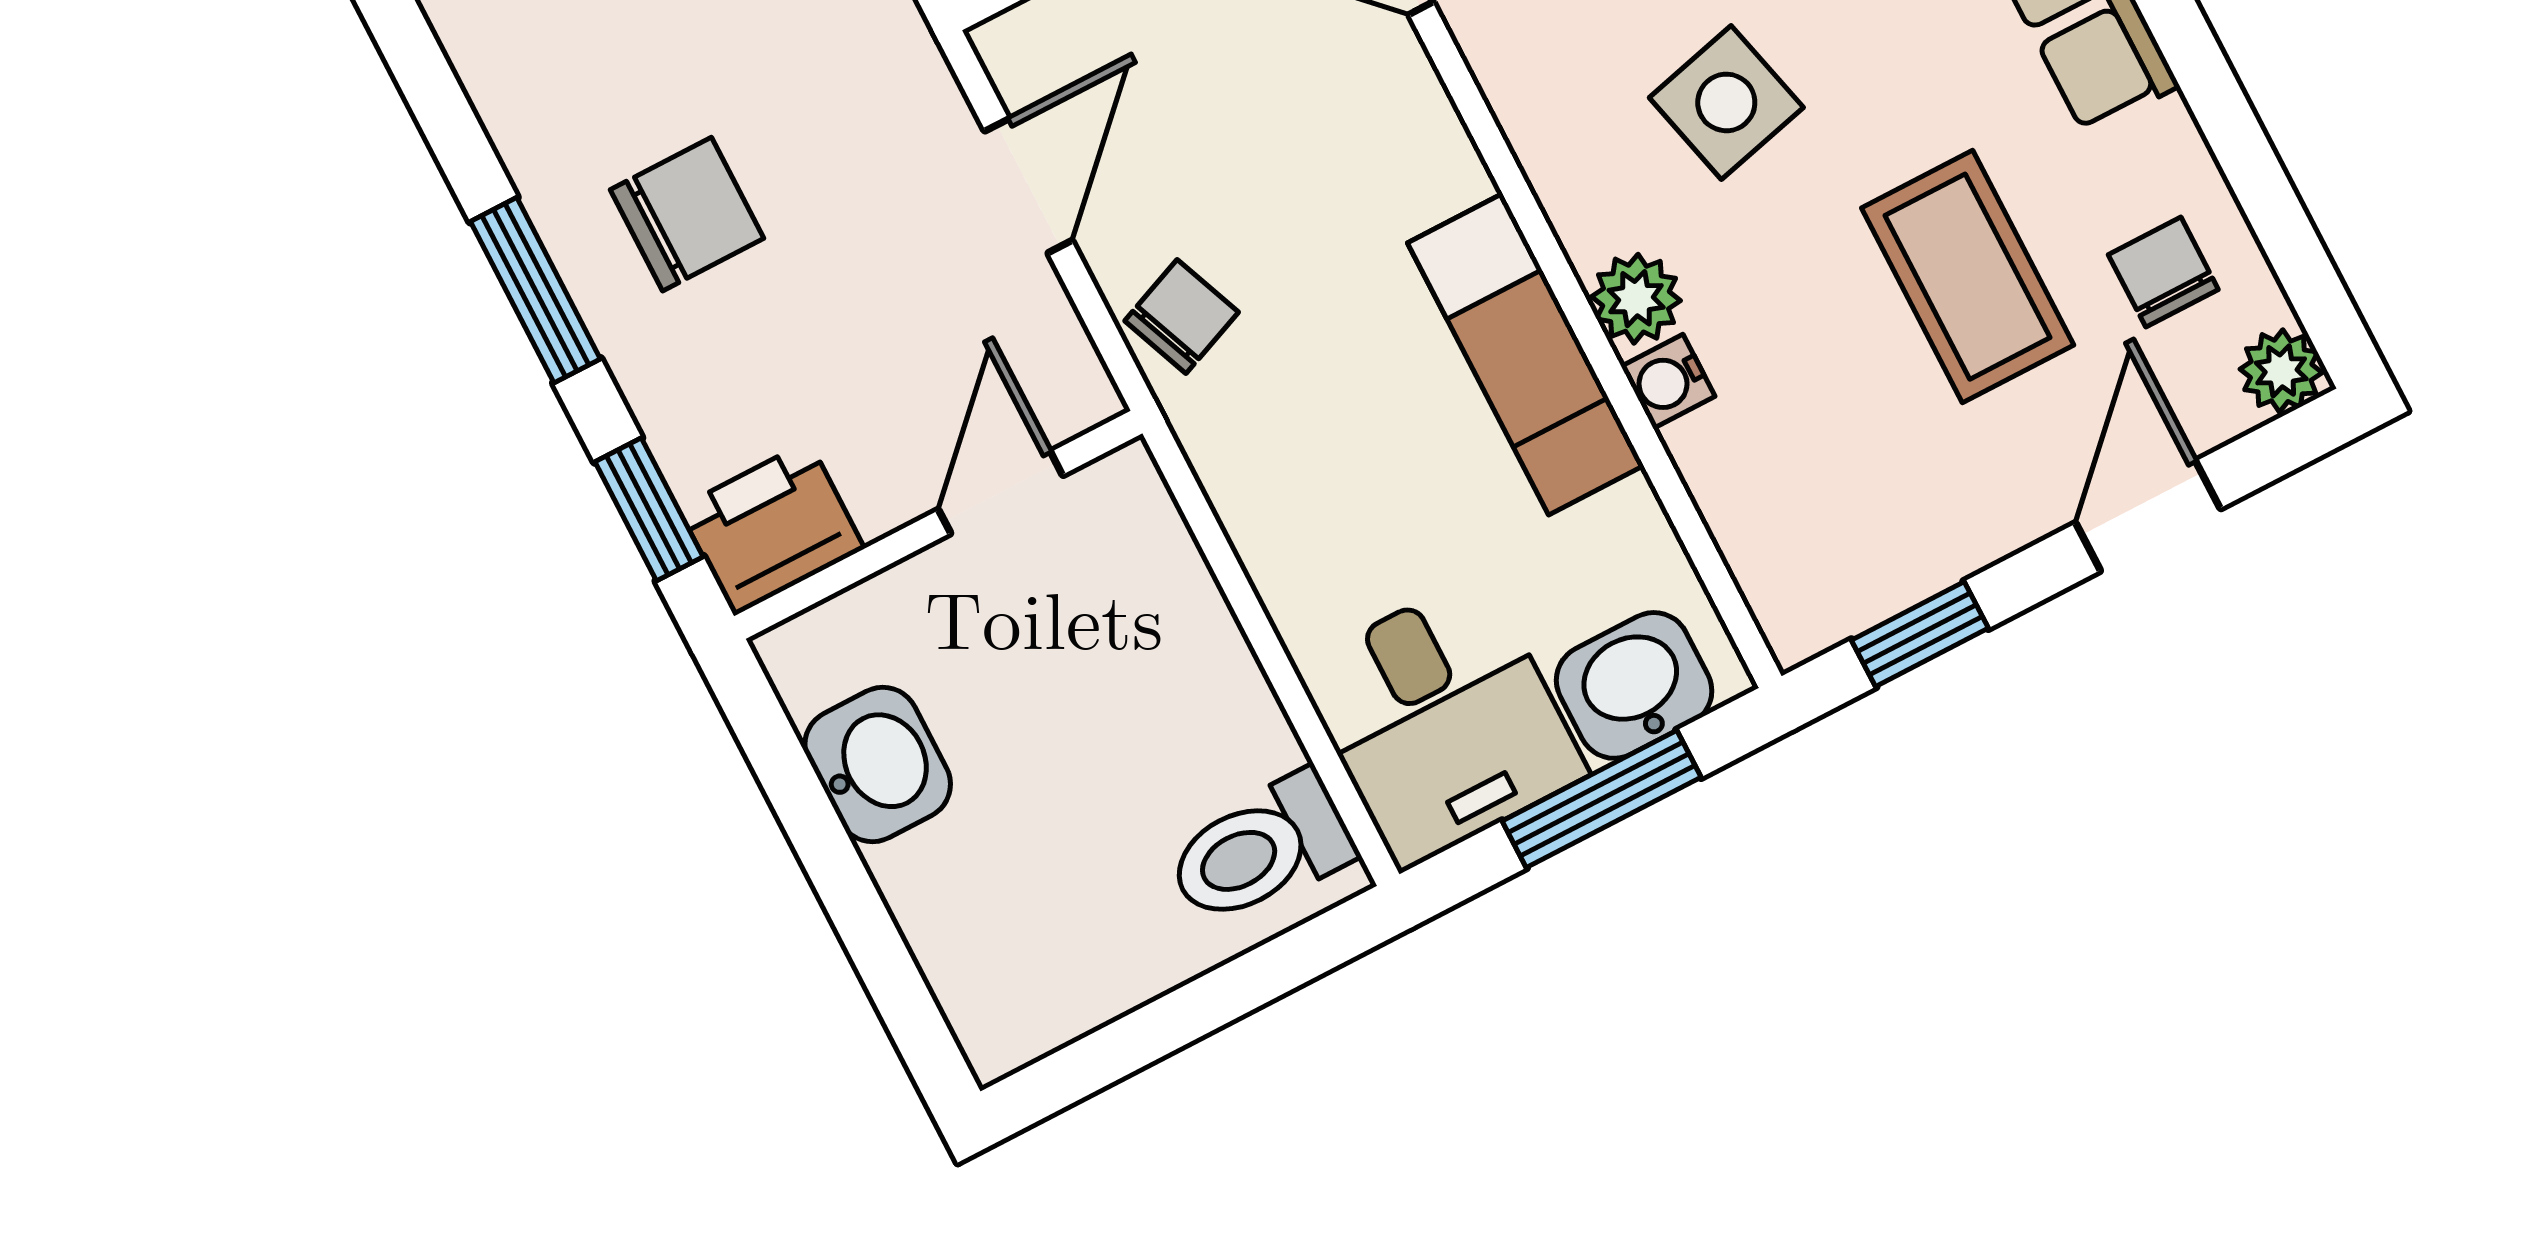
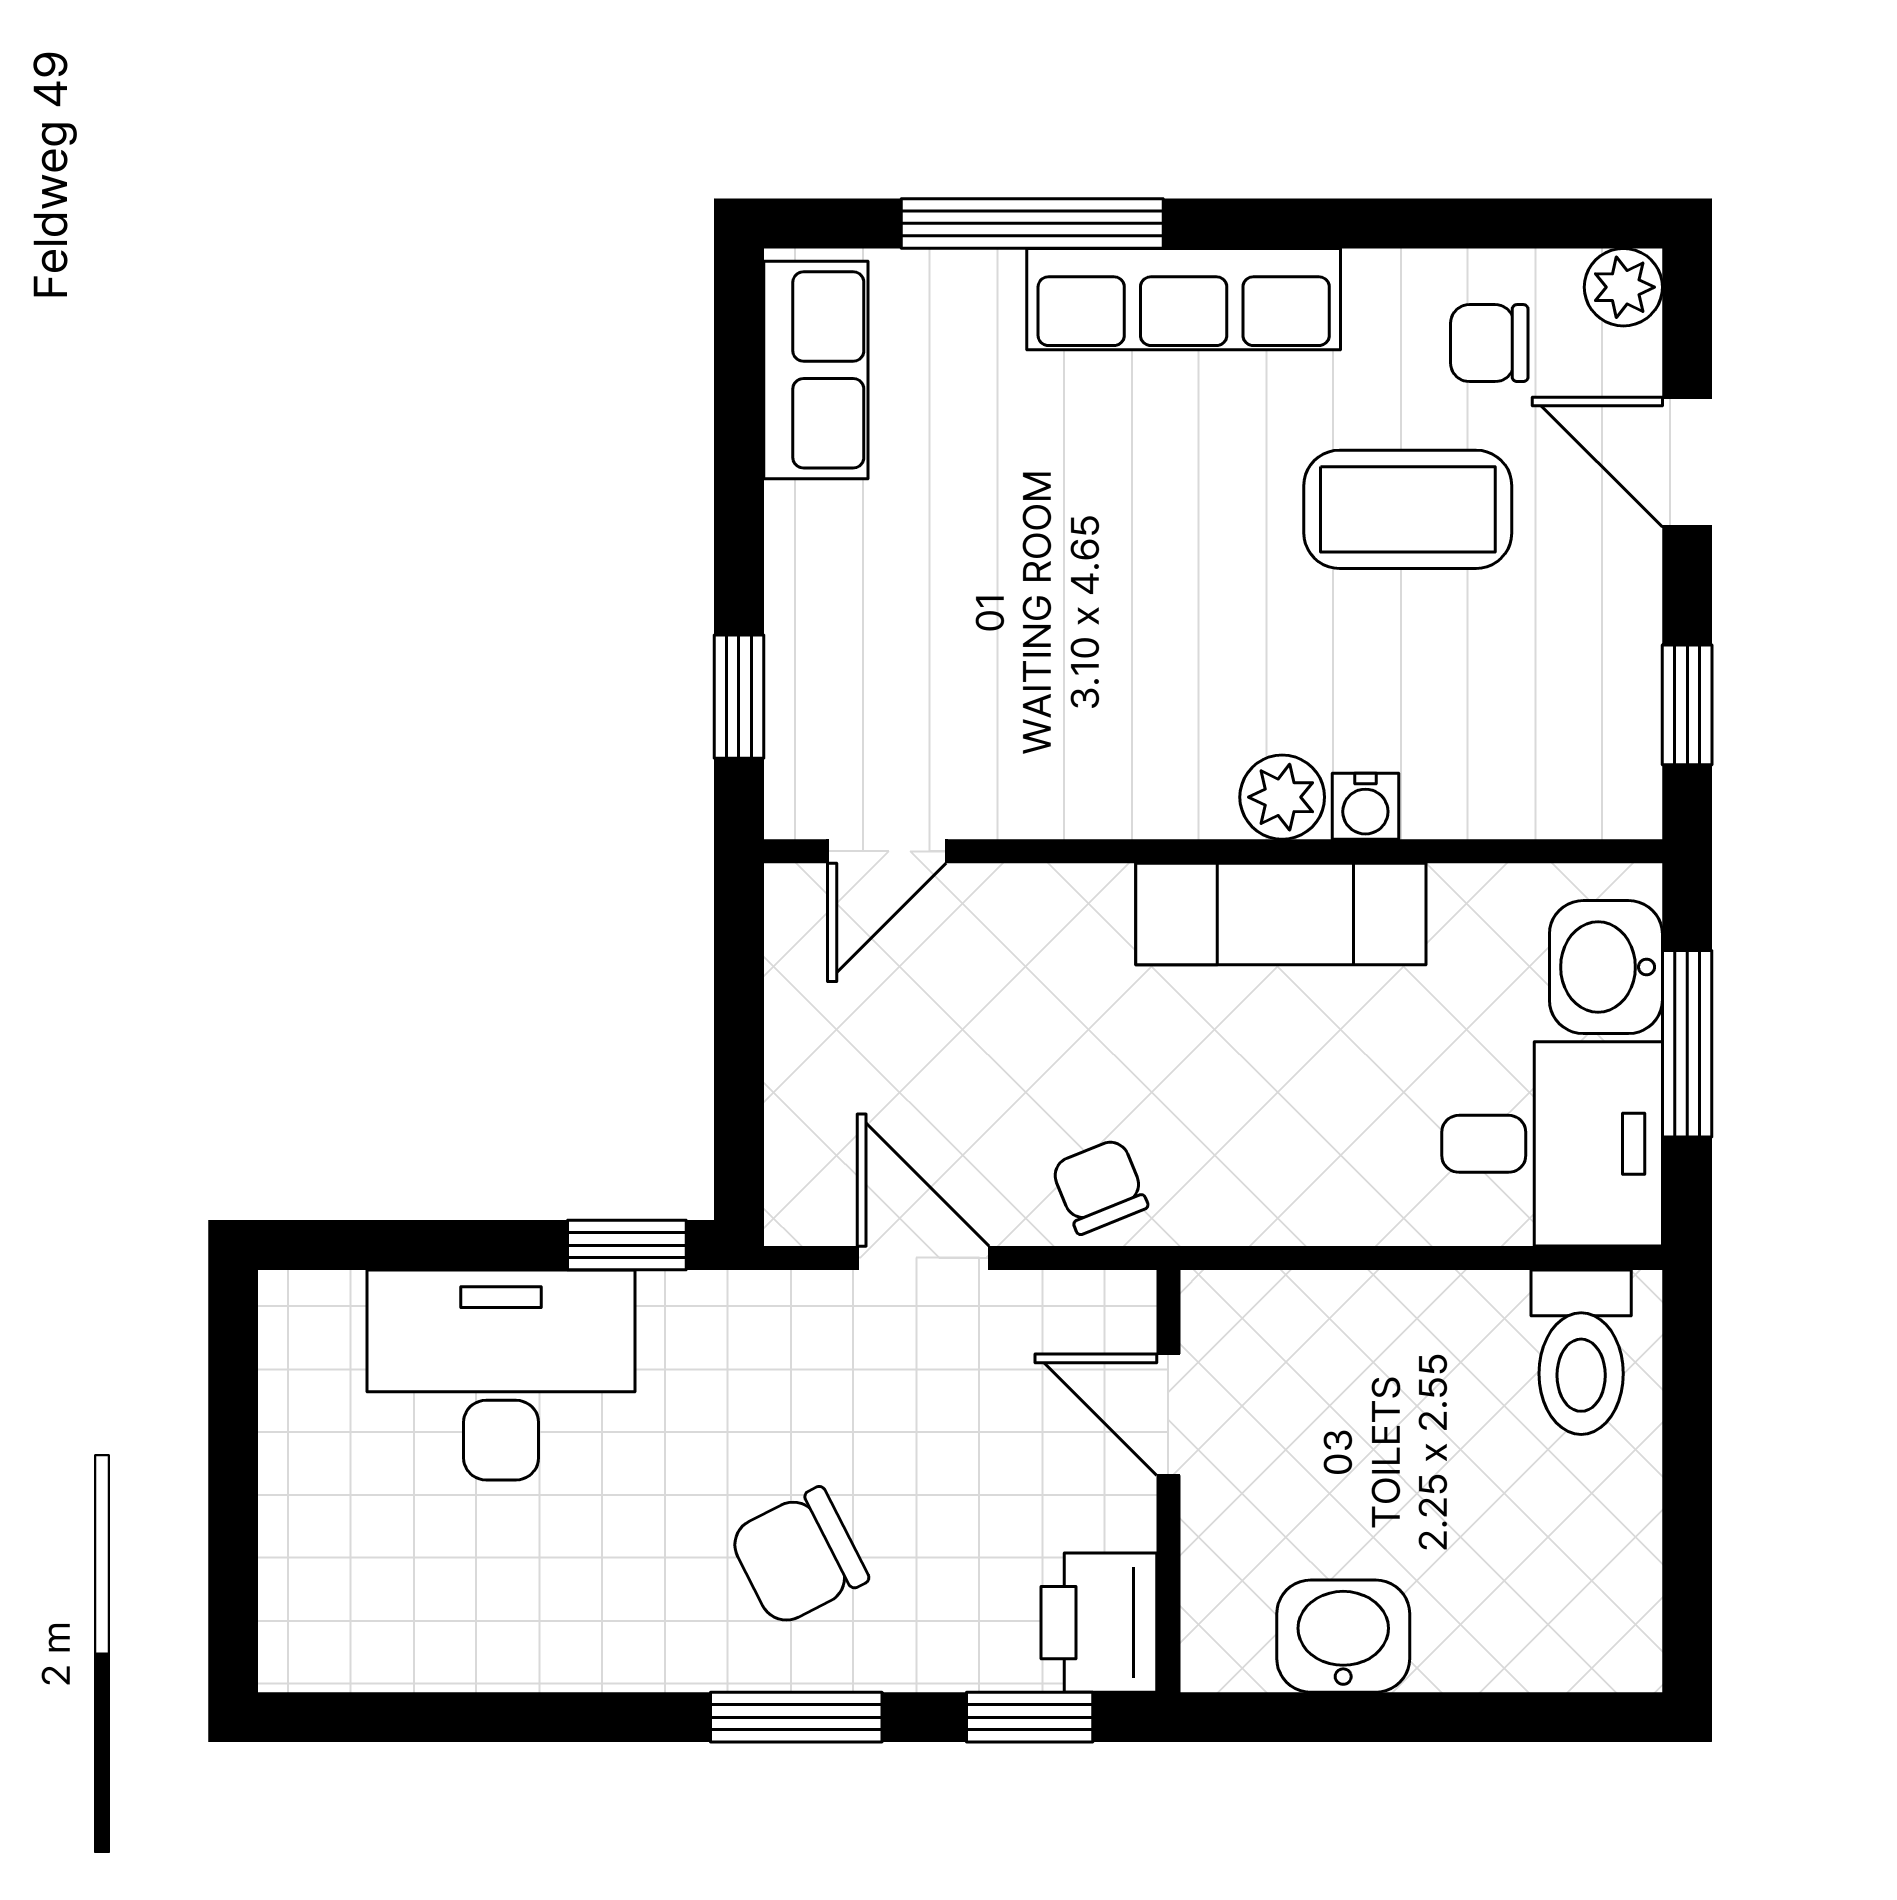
side table: (1726, 102) -> (1157, 636), removed
chair: (687, 214) -> (798, 1557), turned -117

